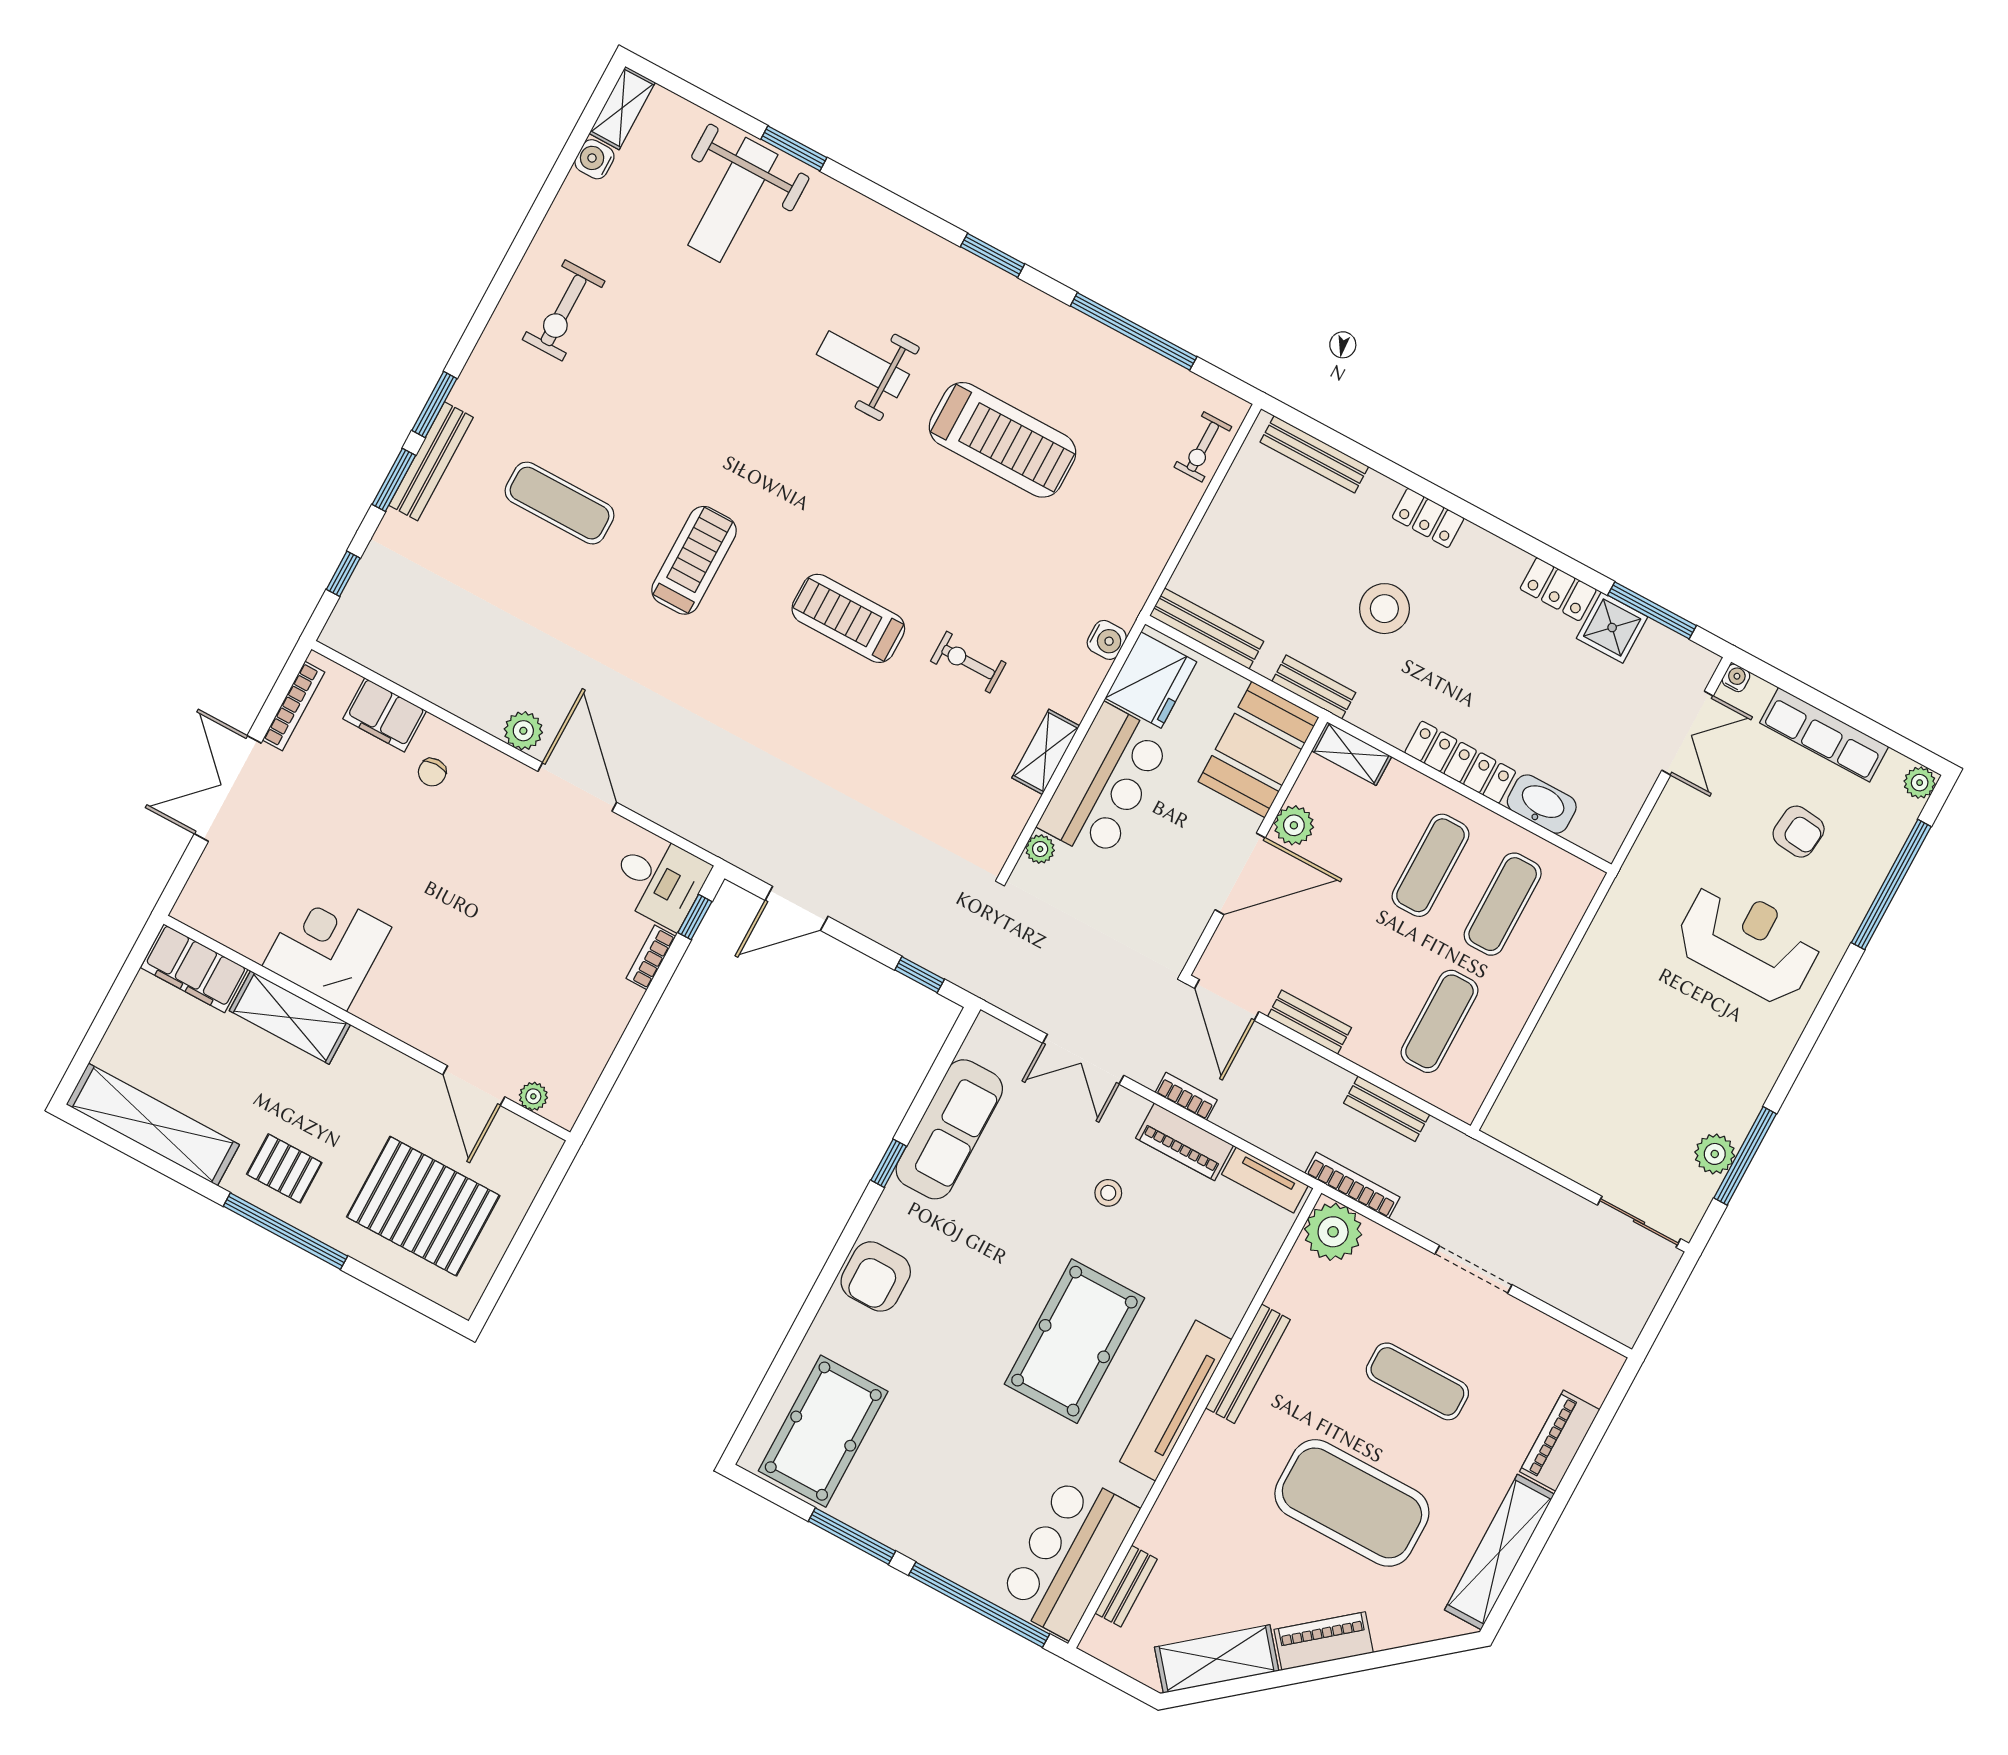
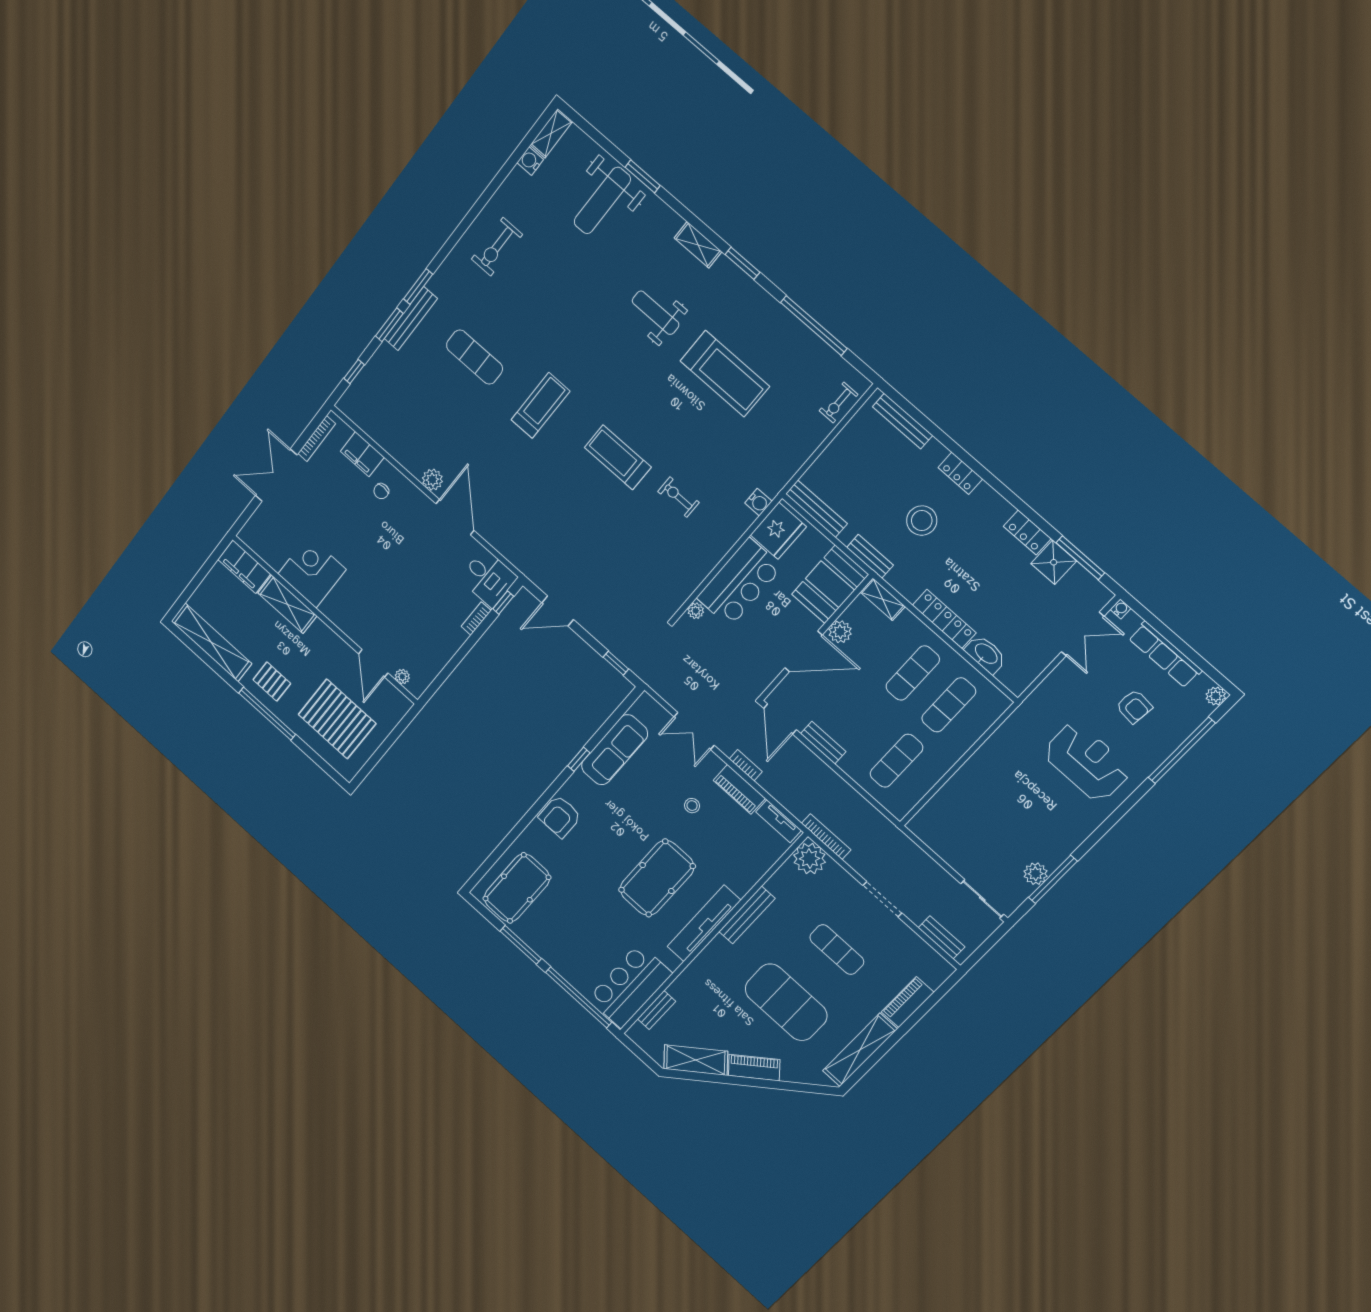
shelving: (1046, 752) -> (698, 245), moved, turned 90
bench: (1387, 1109) -> (941, 937), moved

